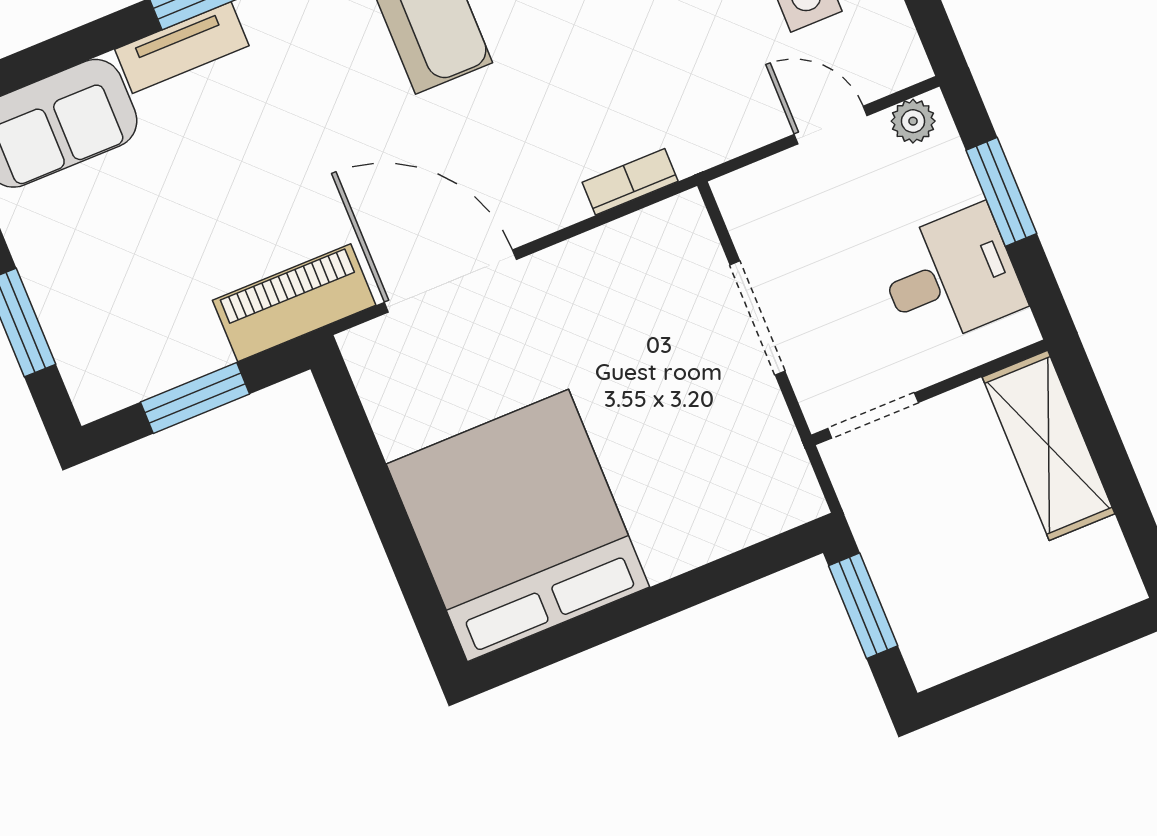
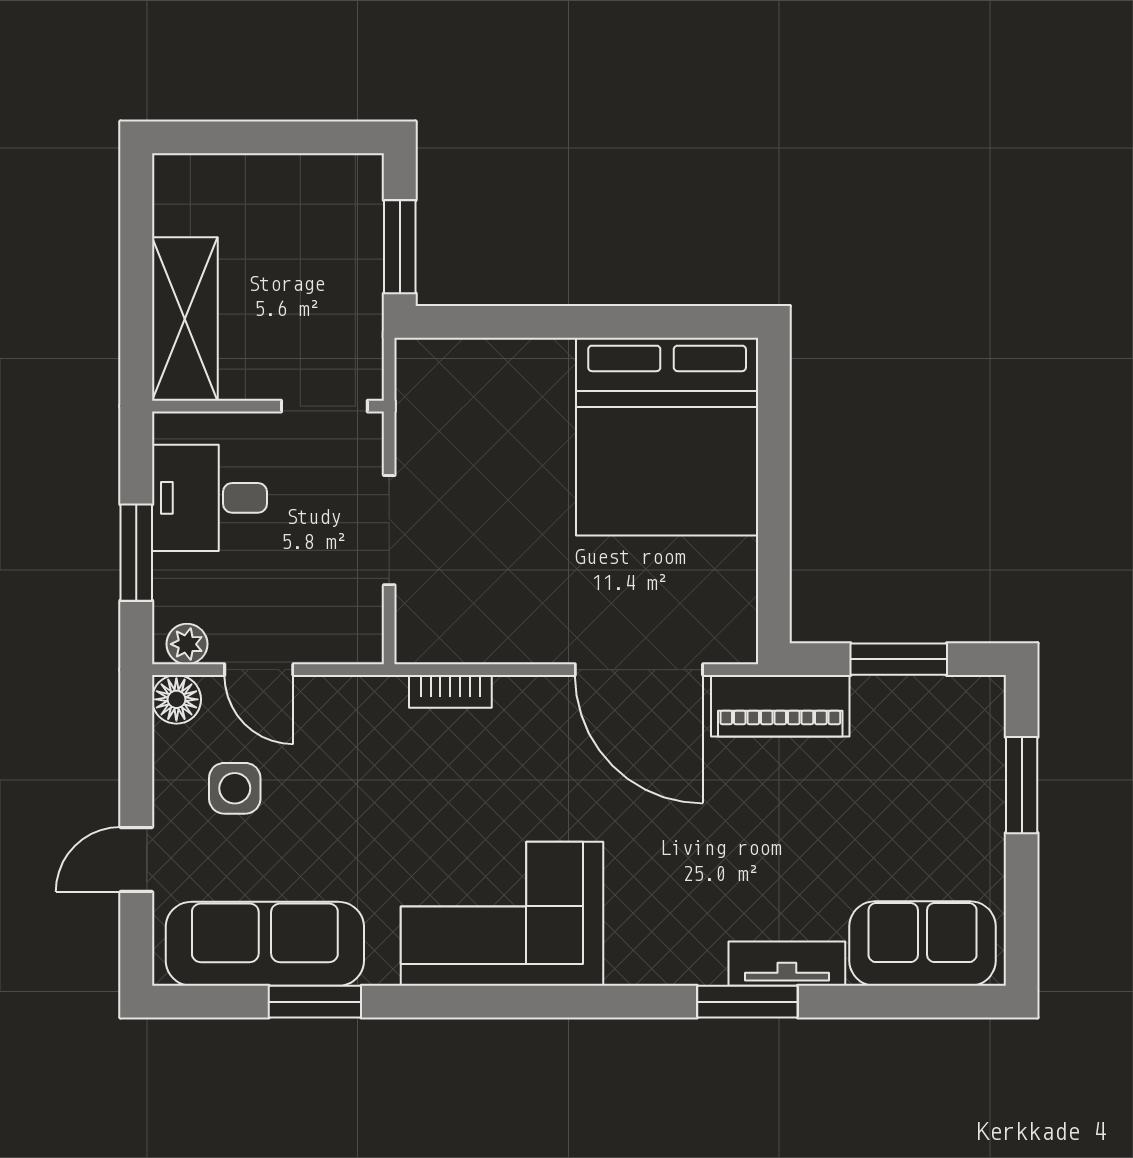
floor lamp: (901, 61) -> (176, 699), added

